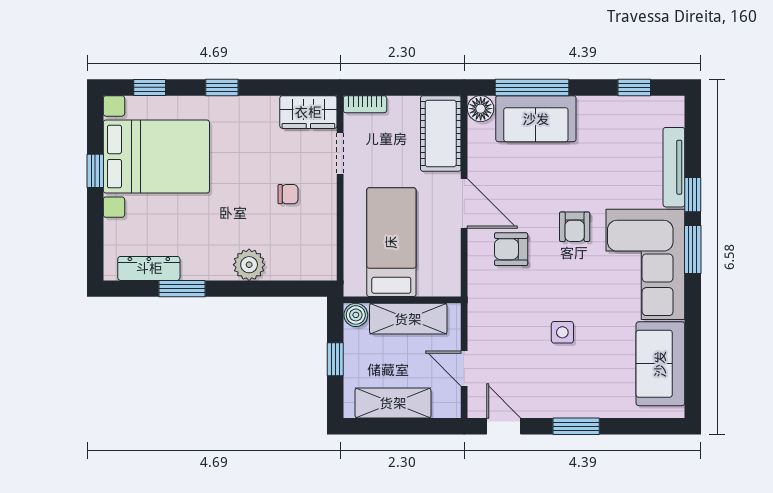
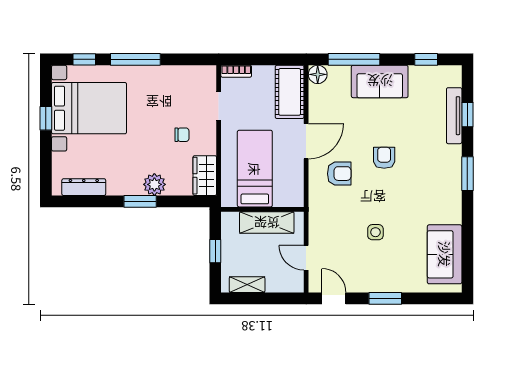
window: (222, 87) -> (135, 59), width x2.17
wardrobe: (308, 112) -> (205, 176), moved, turned 90
sofa: (536, 119) -> (380, 81), moved
window: (693, 195) -> (467, 115), moved
door: (464, 203) -> (306, 141), hinge flipped
armchair: (575, 227) -> (384, 158), turned 180
armchair: (511, 249) -> (339, 174), turned 180
corner sofa: (645, 264) -> (434, 184), removed
window: (182, 289) -> (140, 201), moved
boiler: (356, 315) -> (230, 220), removed
shelving: (393, 403) -> (247, 285), width x0.67, depth x0.75

